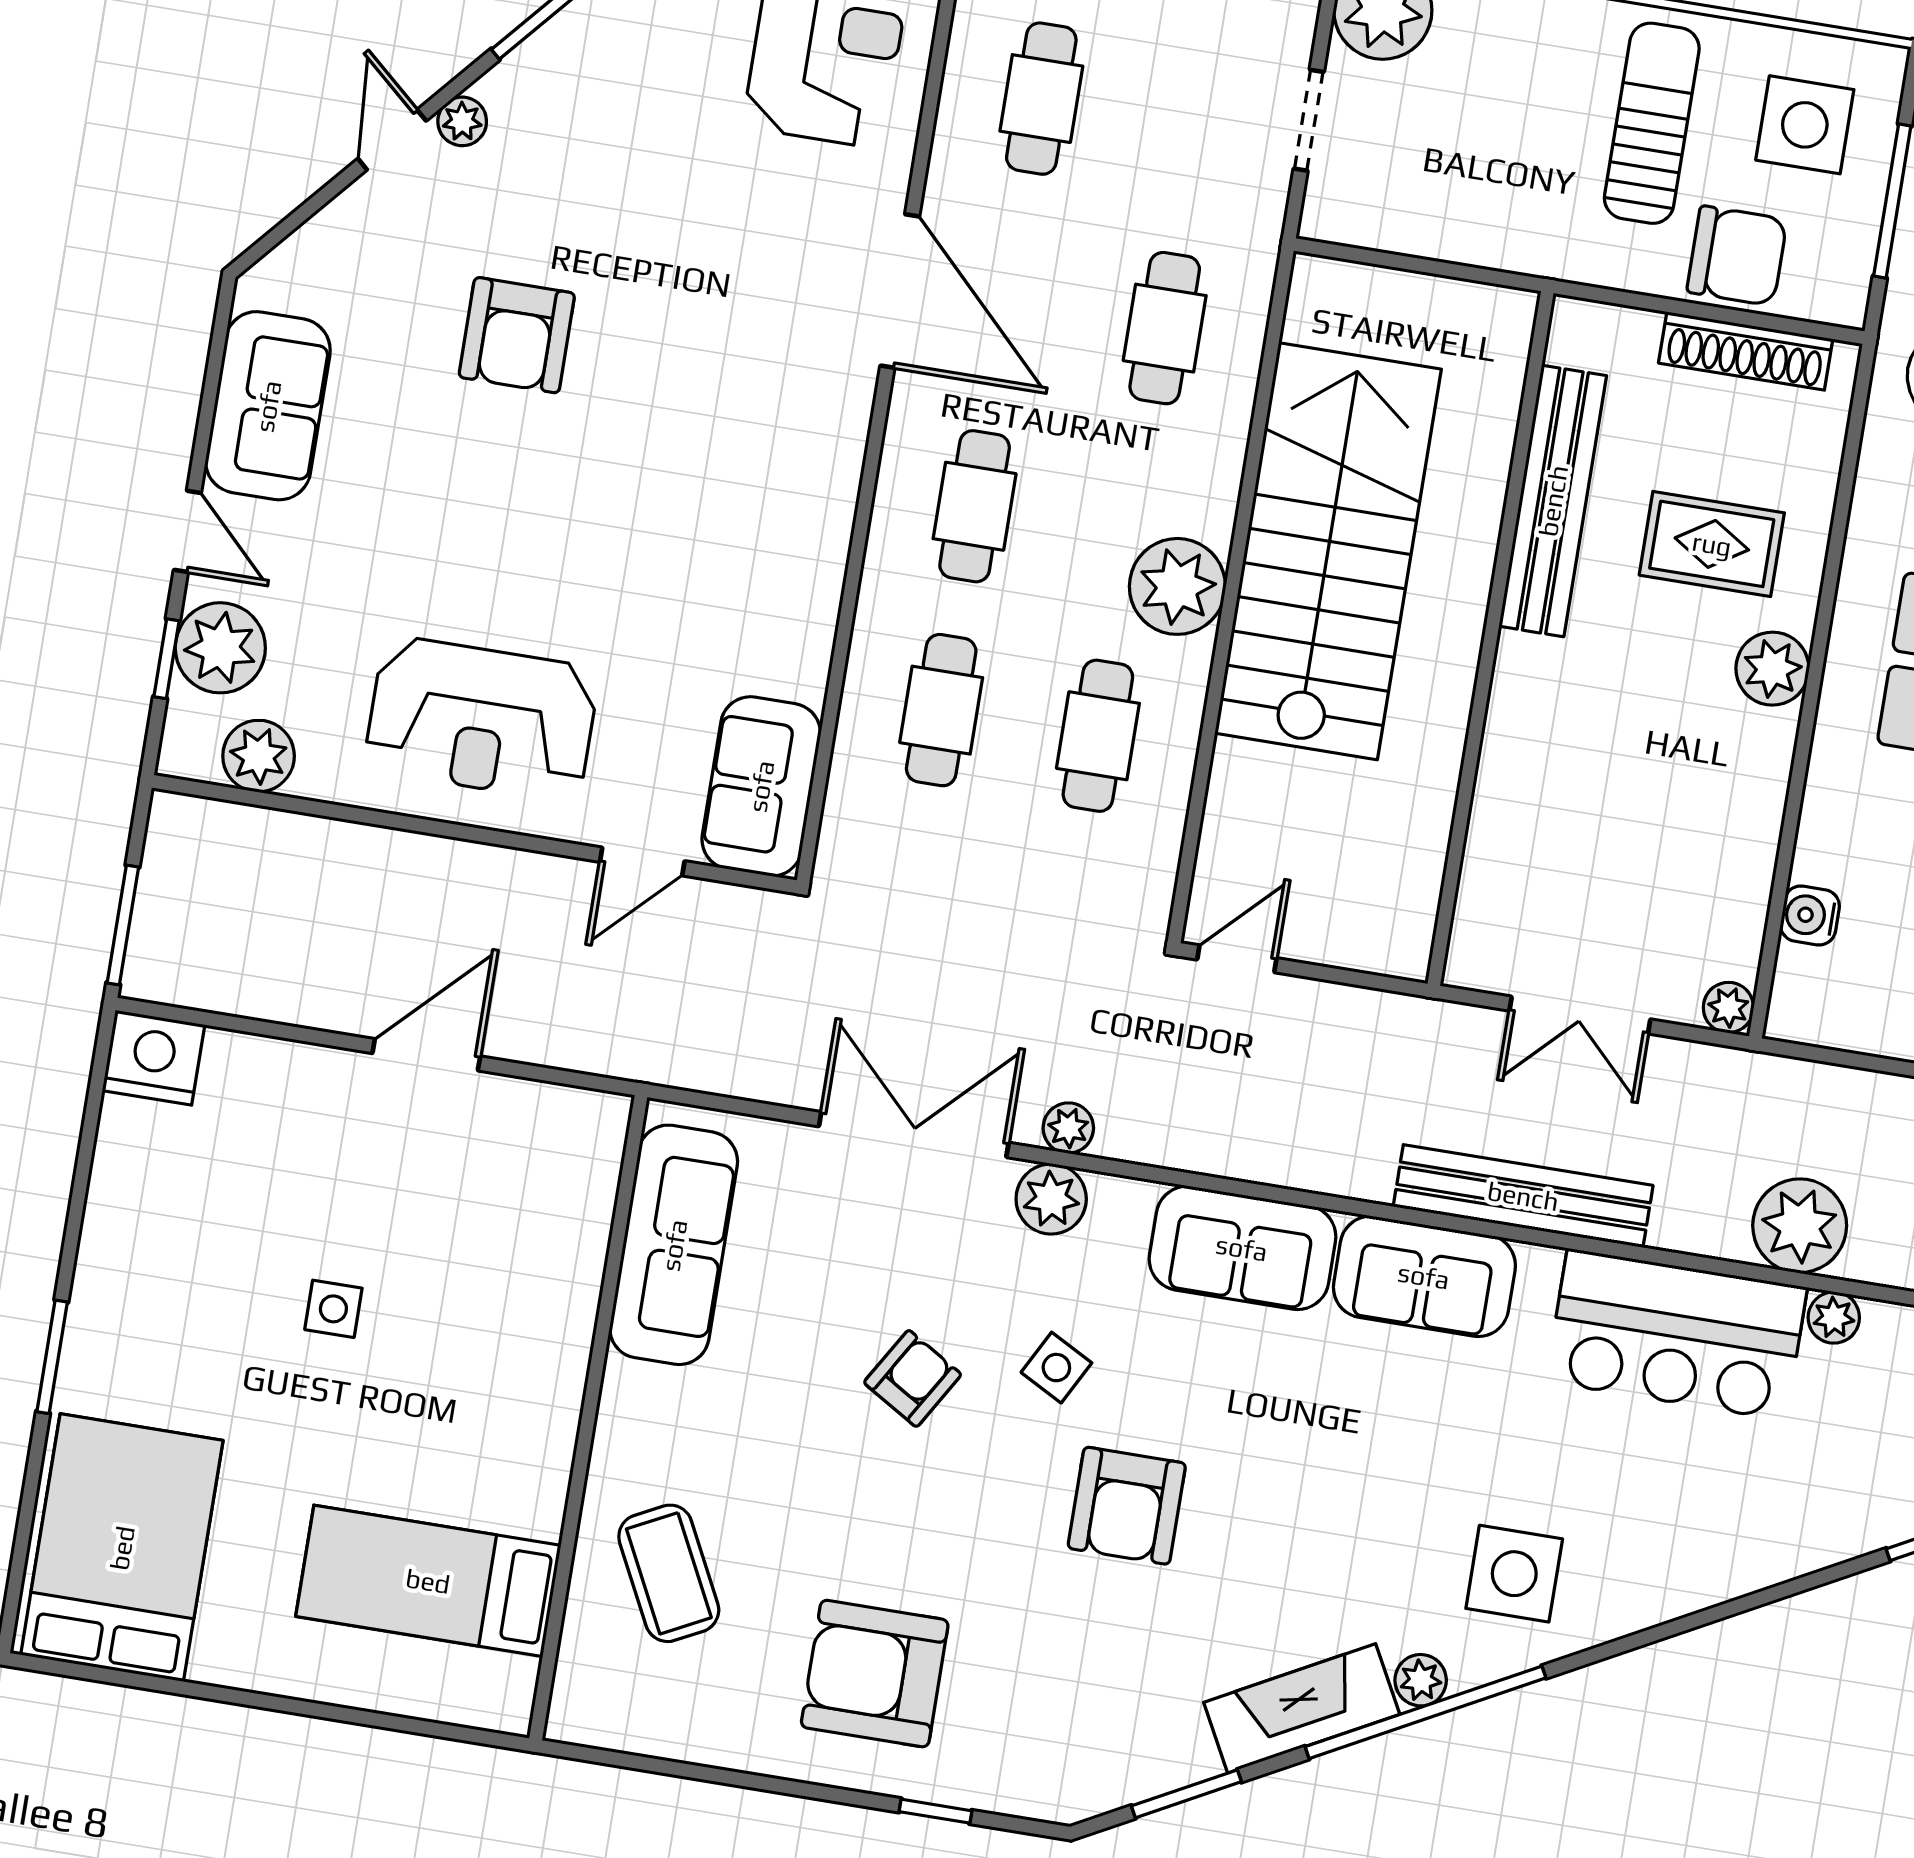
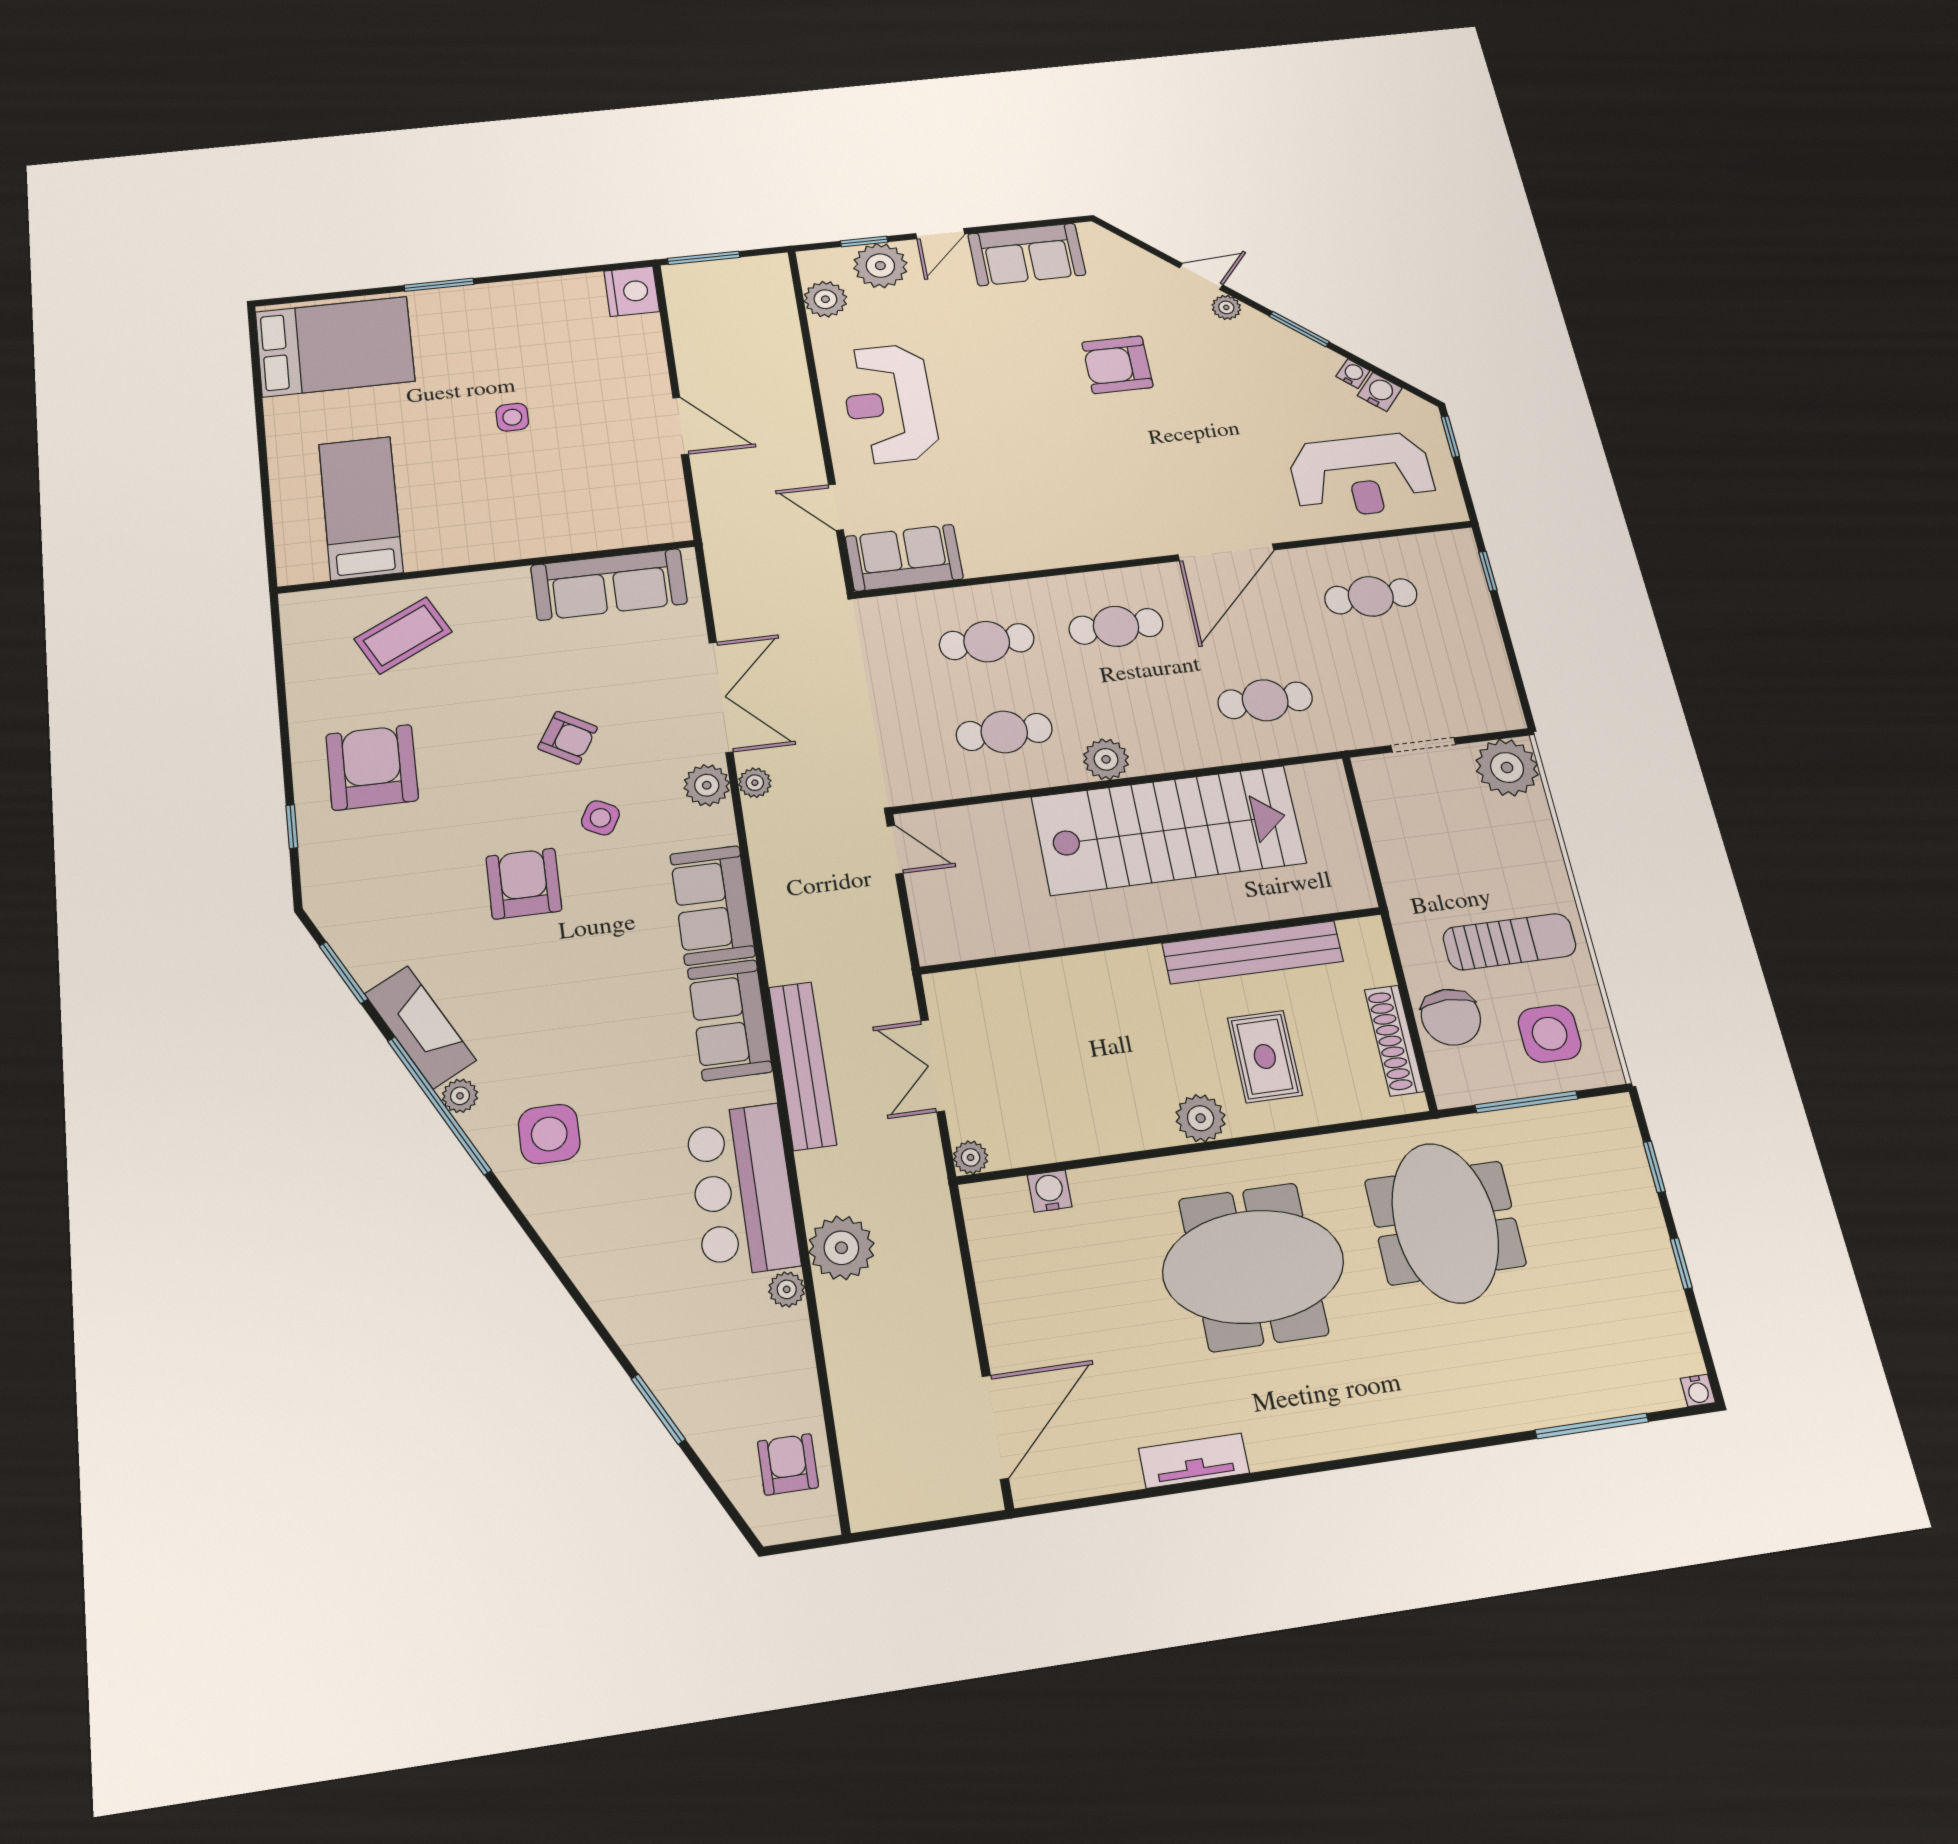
plant: (1177, 586) -> (1106, 759), width x0.73, depth x0.73
armchair: (1127, 1506) -> (524, 884), turned 90

